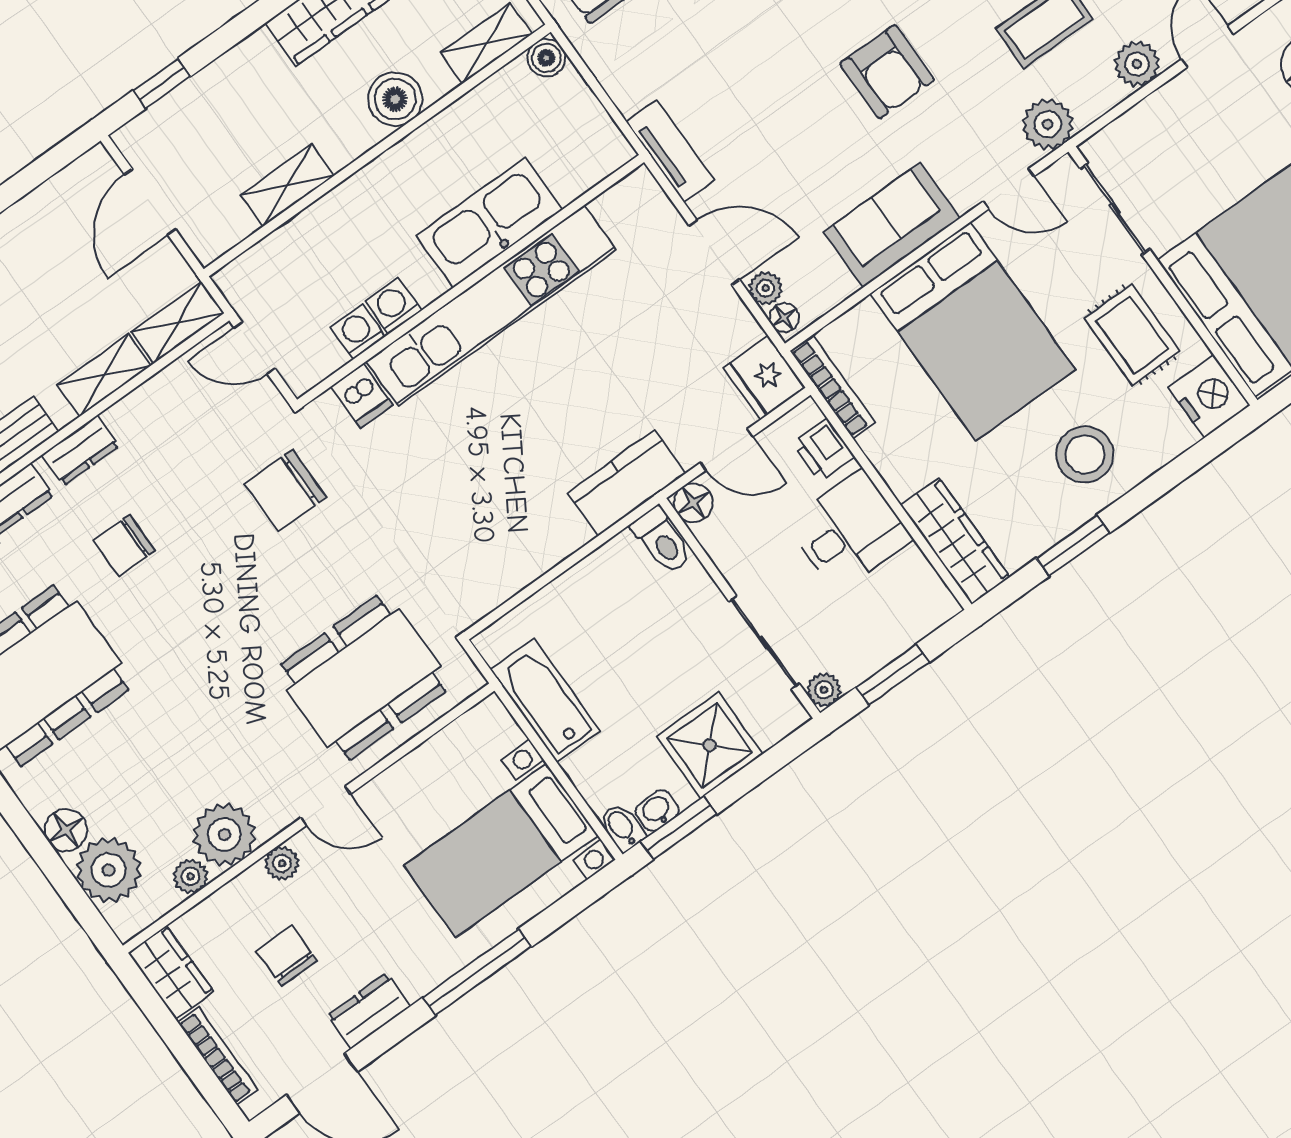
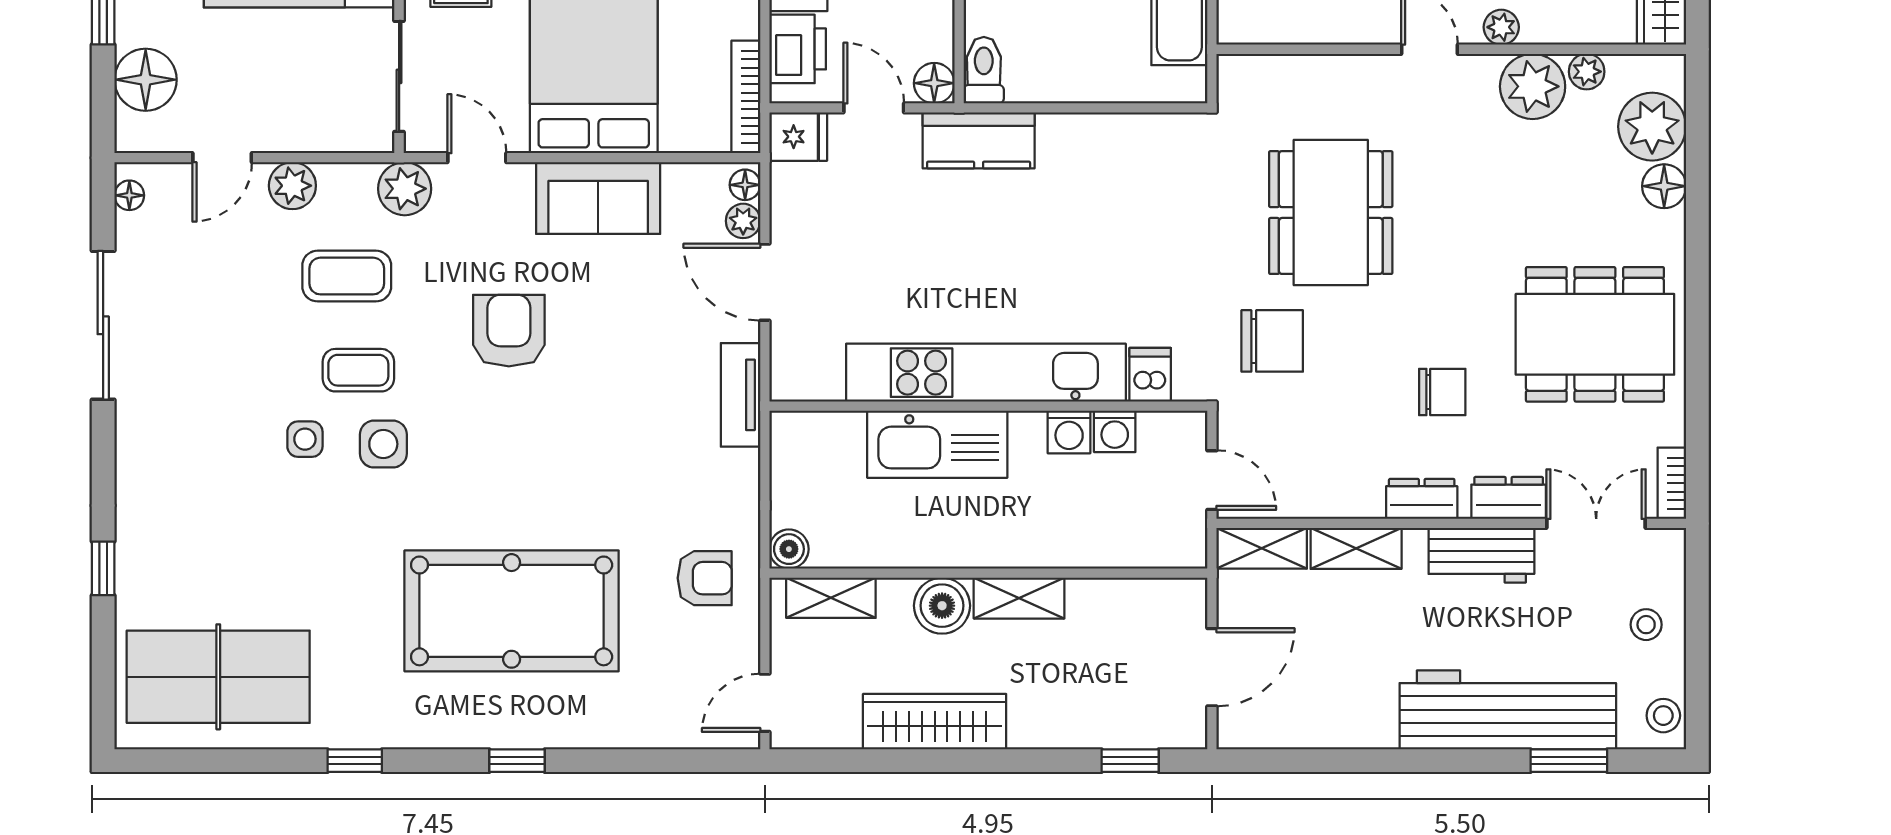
shelving: (288, 185) -> (1019, 598), moved
fridge: (764, 378) -> (798, 137), width x0.72
printer: (823, 450) -> (798, 49), width x1.36, depth x1.24
dining table: (363, 678) -> (1331, 213), moved, turned 90

